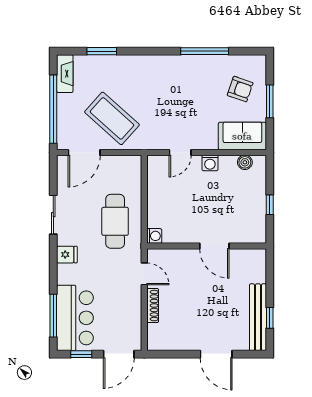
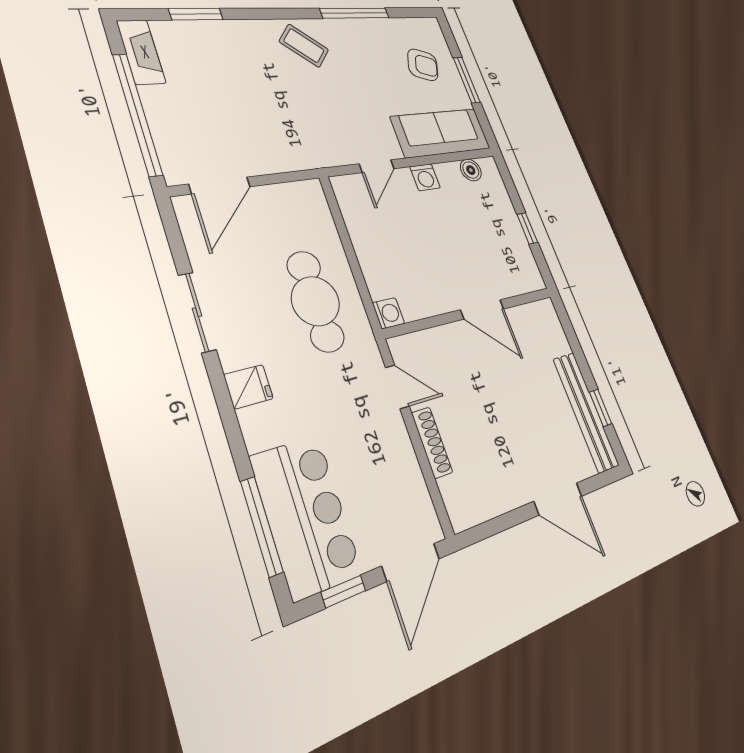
coffee table: (112, 118) -> (304, 46), moved, width x0.54, depth x0.58
sofa: (242, 136) -> (441, 133), width x1.36

